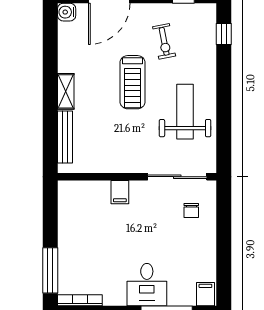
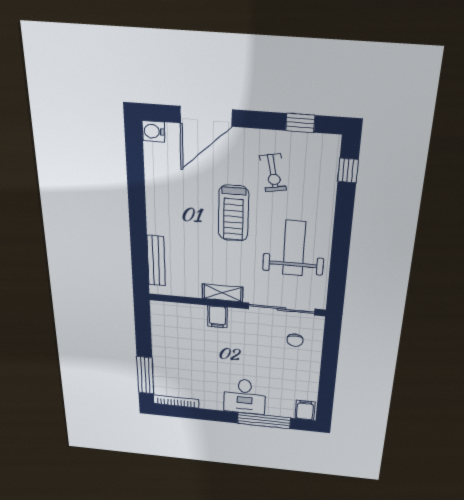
shelving: (66, 91) -> (223, 293), moved, turned 90

